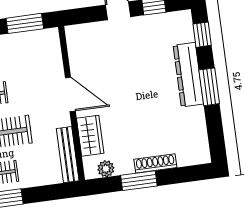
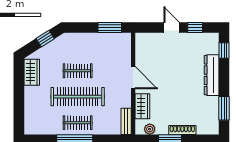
window: (209, 87) -> (224, 108), moved
bench: (68, 155) -> (126, 121), width x0.73

